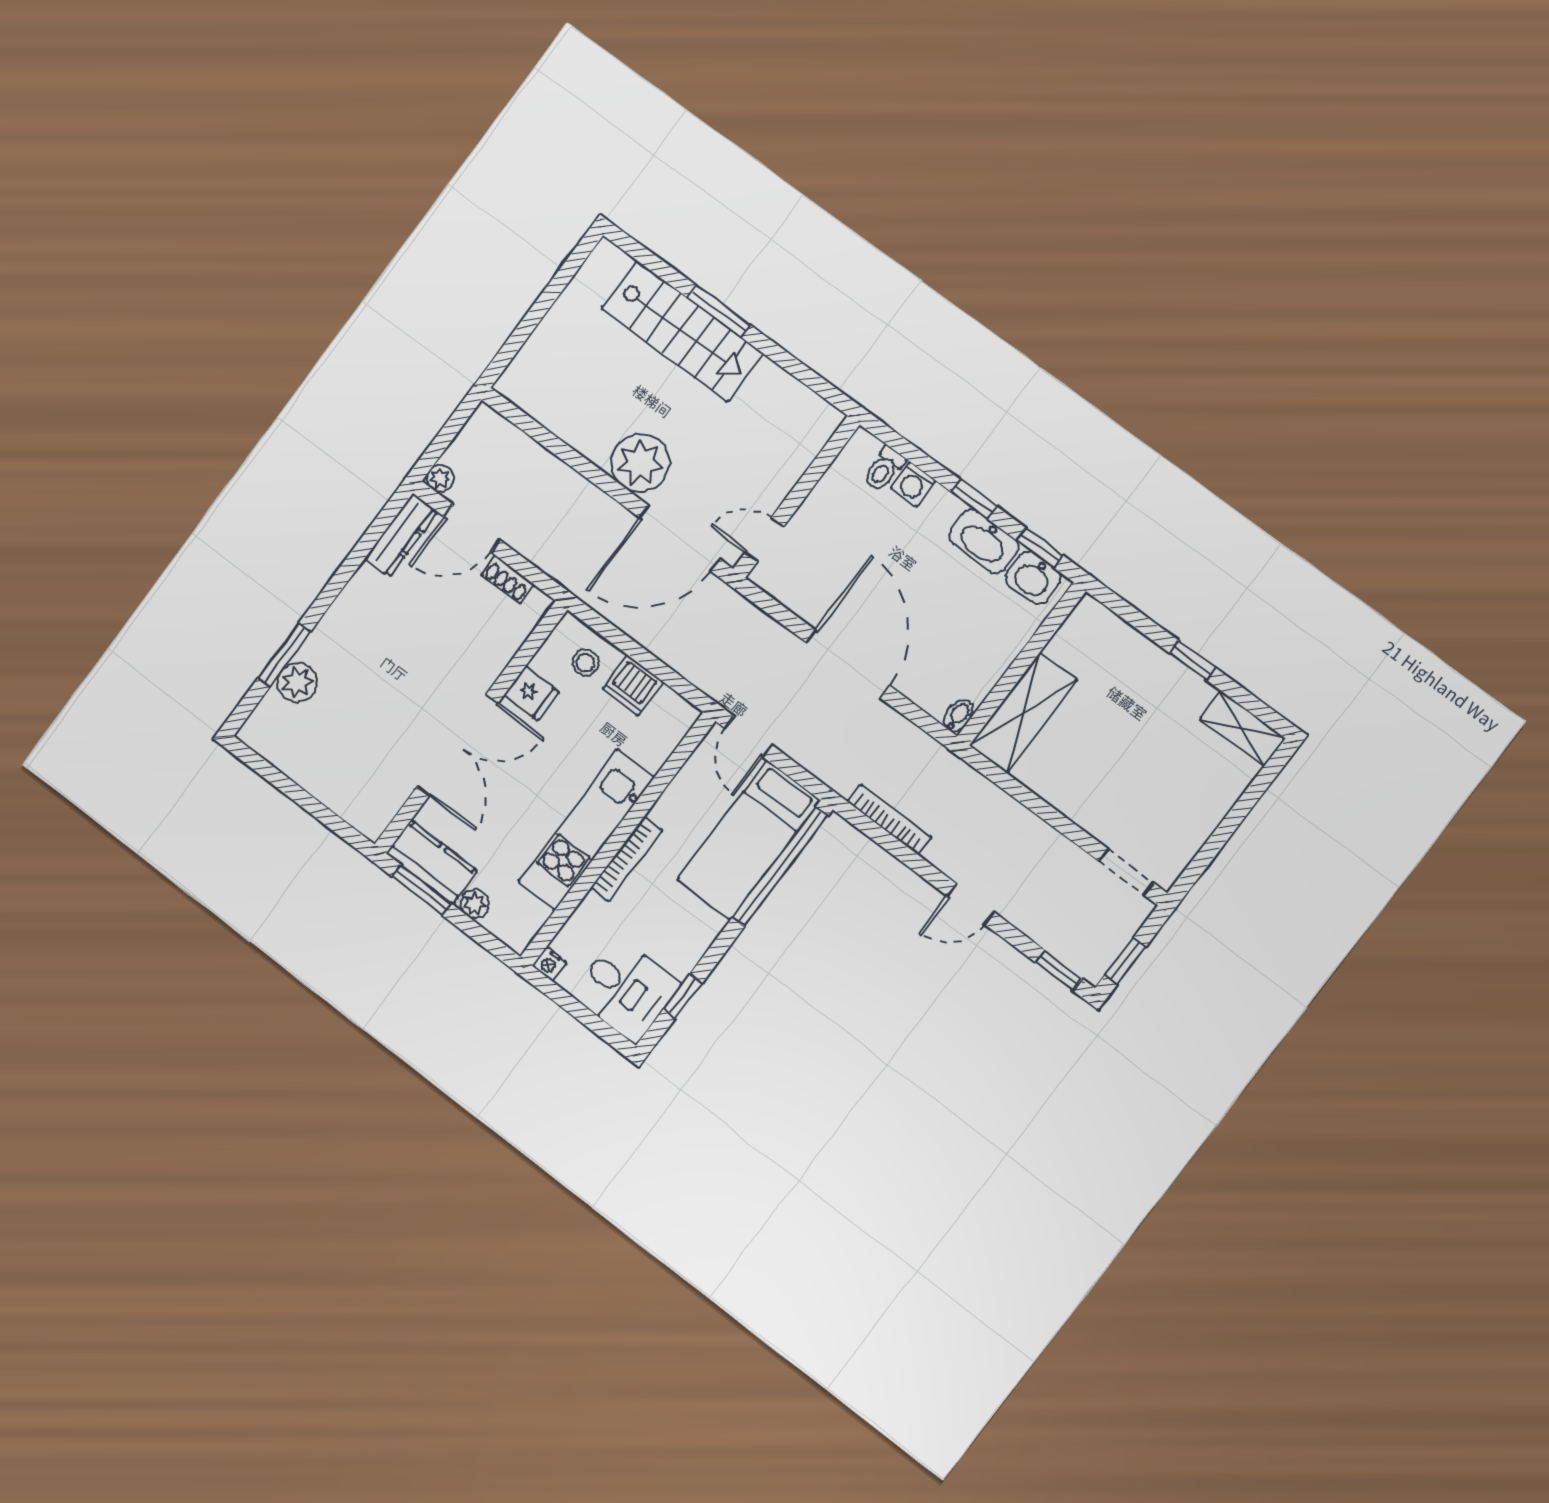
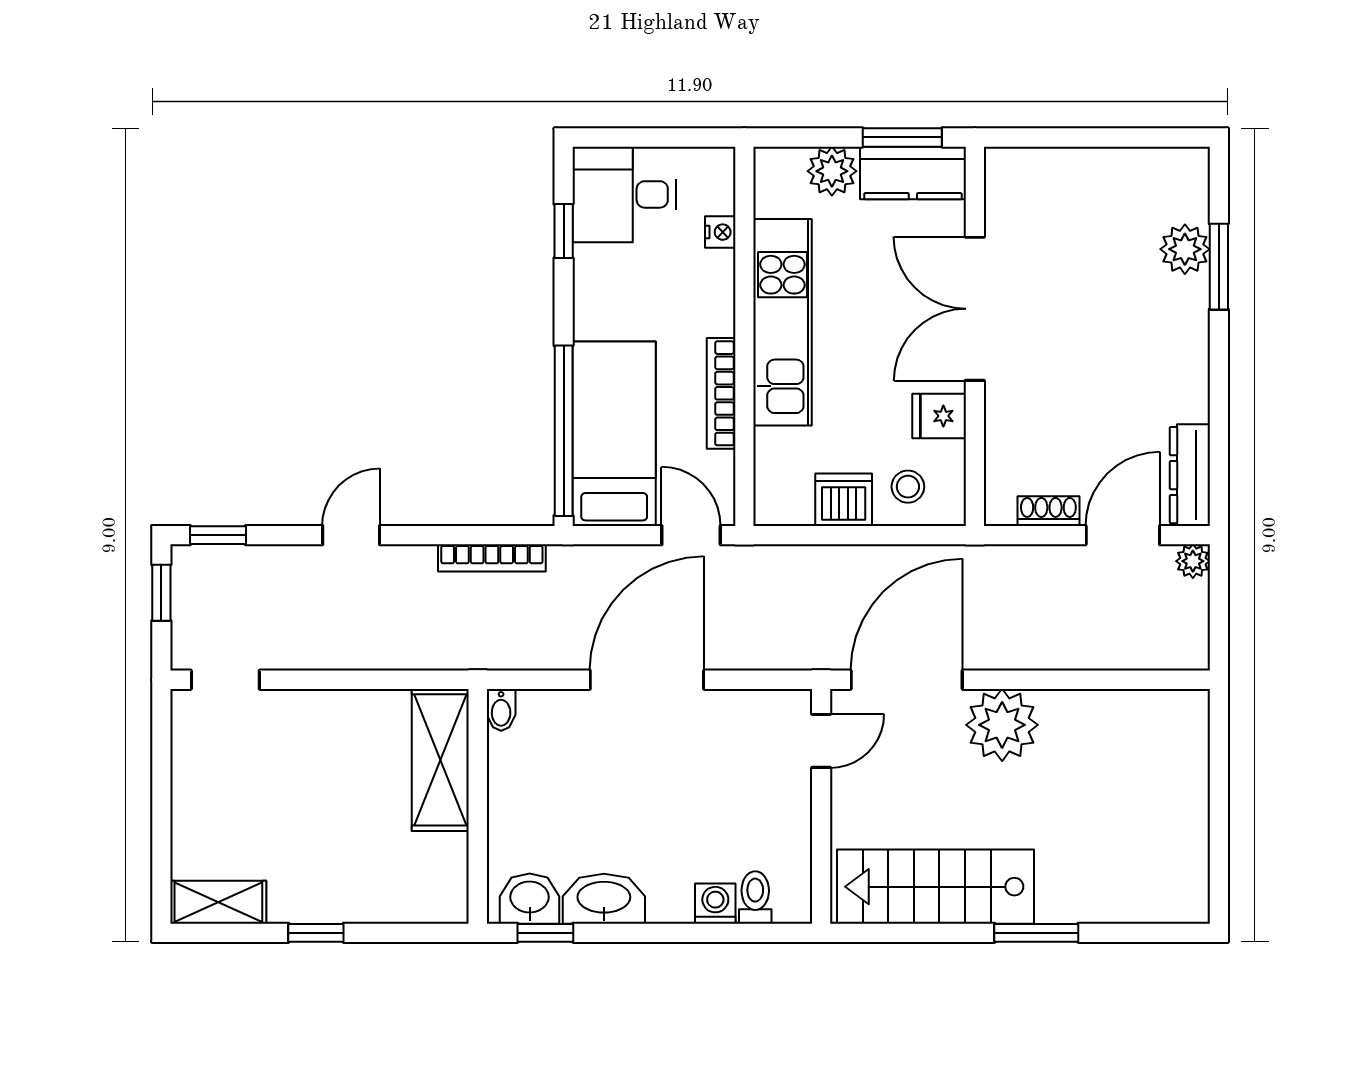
stairs: (682, 331) -> (936, 887), moved
window: (974, 499) -> (645, 933), removed
door: (848, 664) -> (647, 680), swing flipped
bookcase: (626, 859) -> (721, 393), moved
plant: (475, 904) -> (832, 171), width x1.38, depth x1.38
nightstand: (549, 964) -> (720, 232), moved, turned 90

